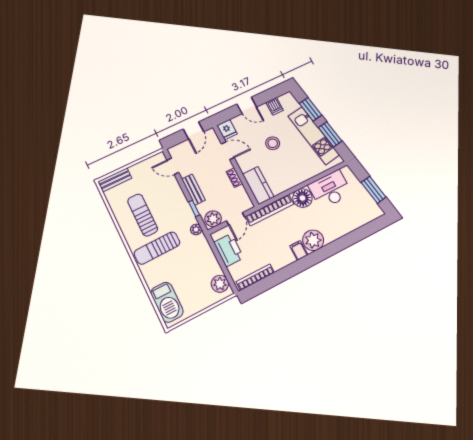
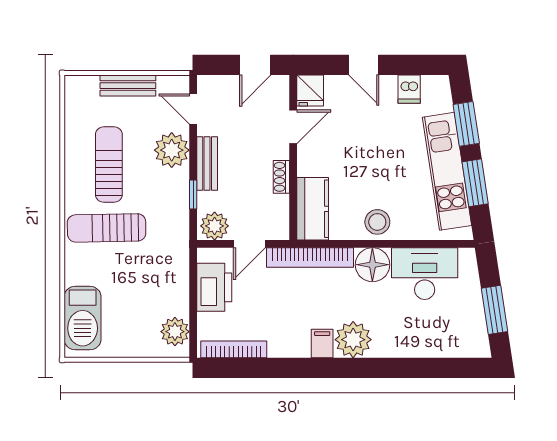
stool: (273, 143) -> (377, 222), moved
door: (228, 151) -> (293, 127), hinge flipped
bench: (115, 180) -> (128, 86), moved
plant: (196, 230) -> (172, 150), moved, width x1.88, depth x1.88

